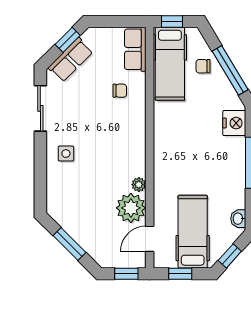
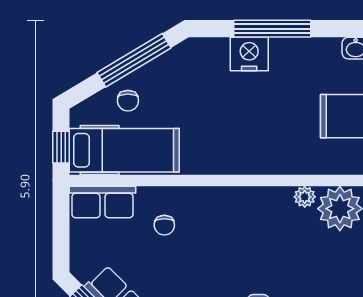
chair: (120, 91) -> (164, 225), turned 180
nightstand: (234, 123) -> (249, 54), moved

